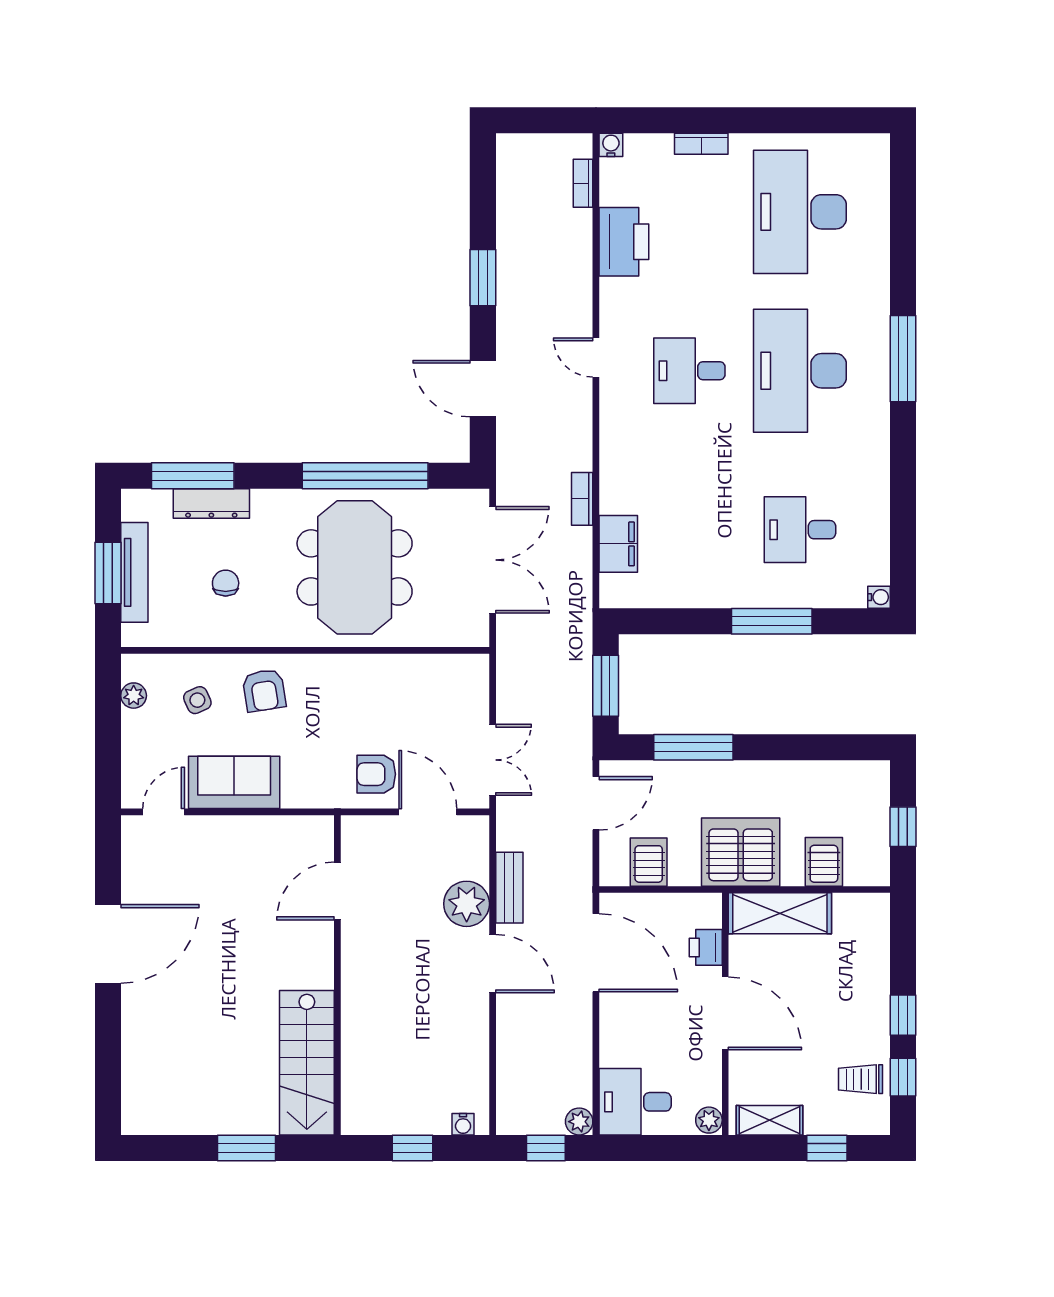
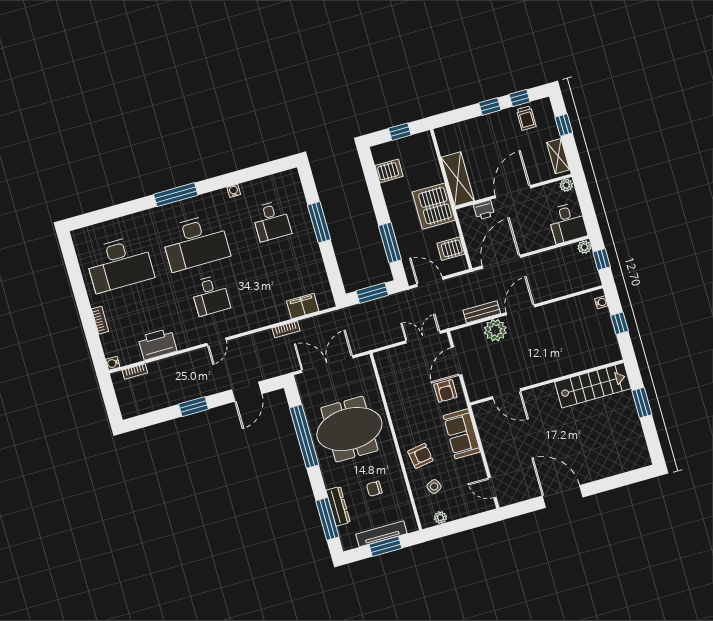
water cooler: (879, 597) -> (234, 191), moved
sofa: (234, 782) -> (462, 434), moved
server rack: (824, 862) -> (389, 171), moved, turned 180

